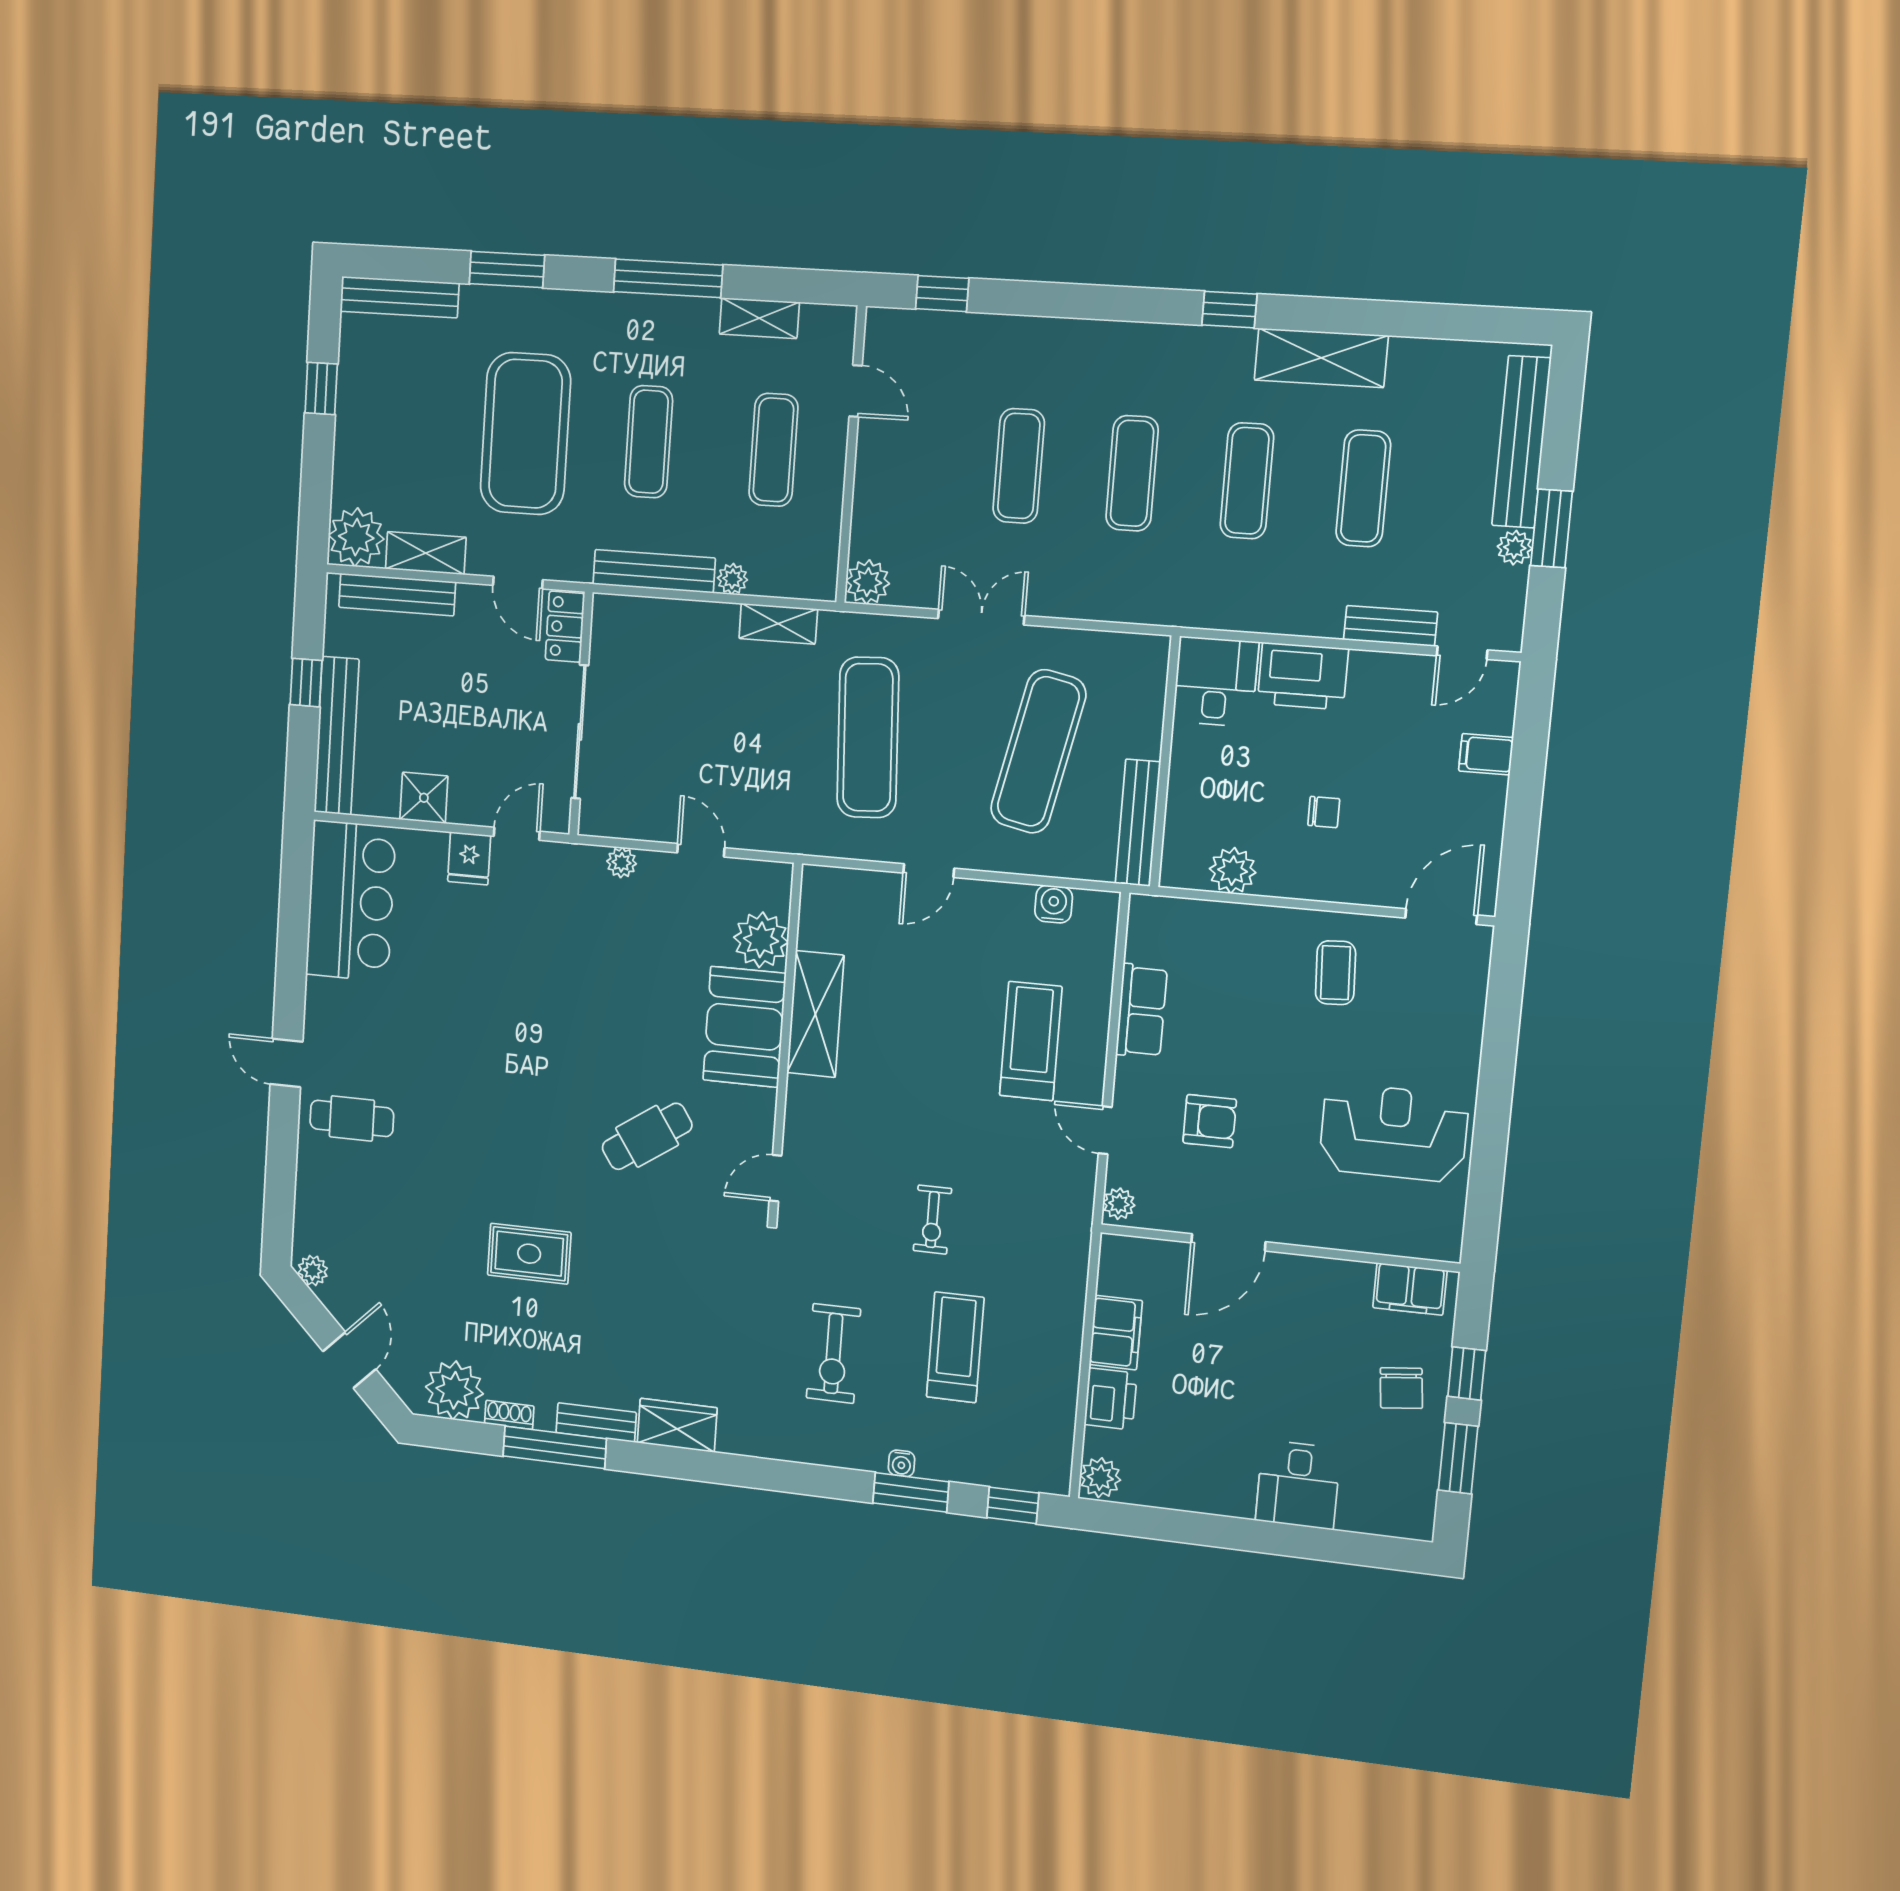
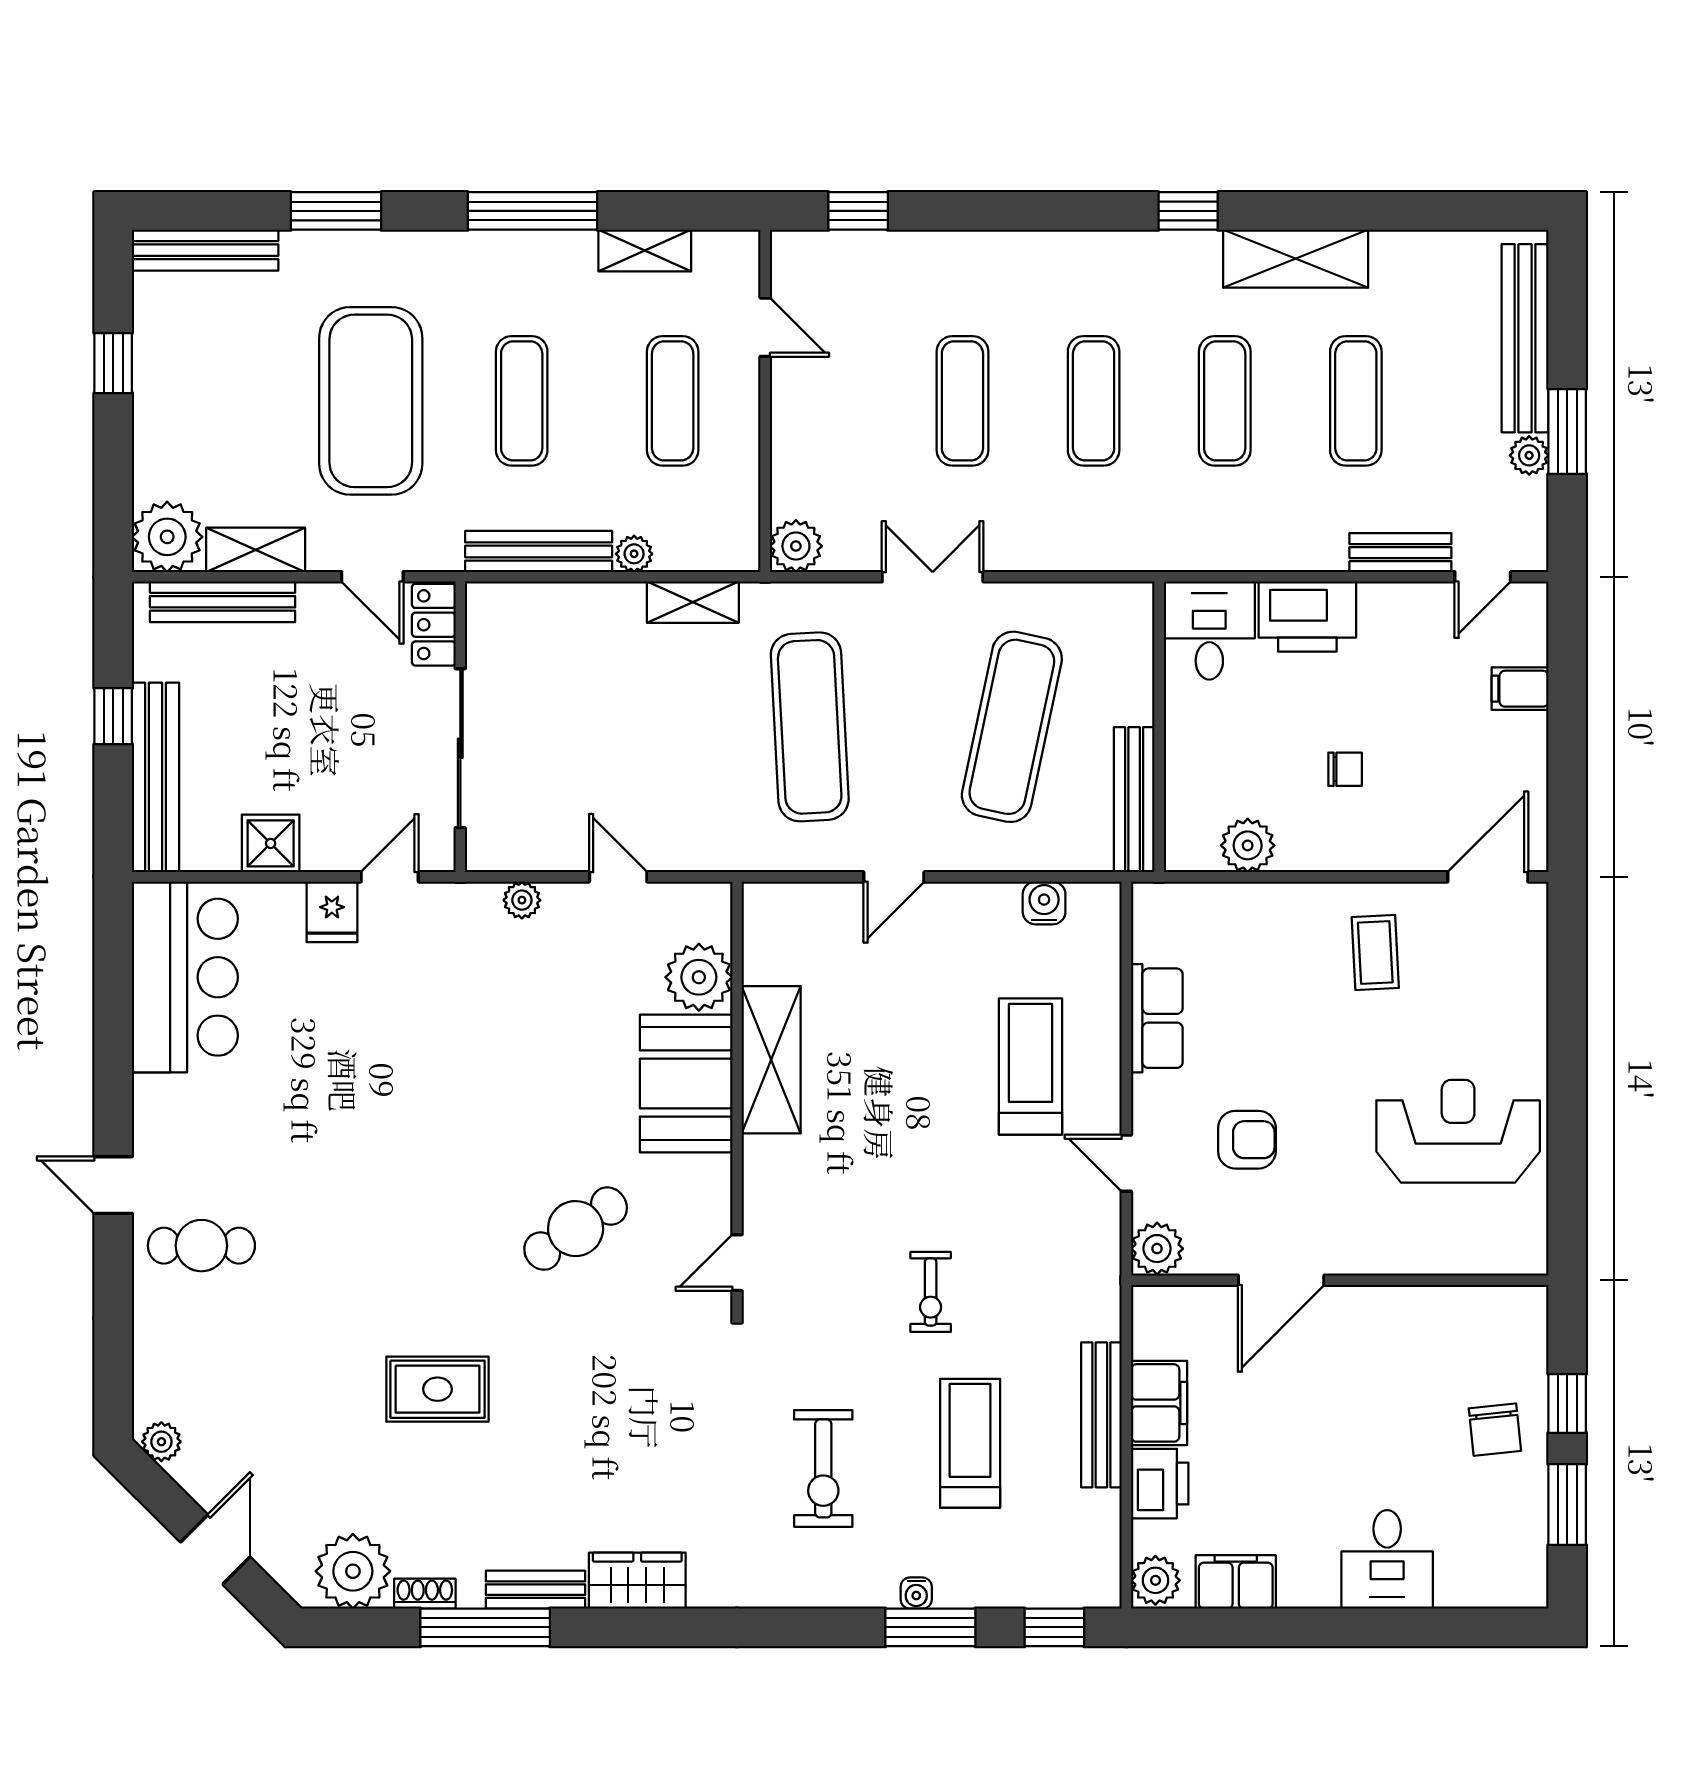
plant: (1119, 1204) -> (1157, 1249), width x1.38, depth x1.38
filing cabinet: (1410, 1289) -> (1236, 1582), moved, turned 180
bench: (1066, 1337) -> (1101, 1415), added

